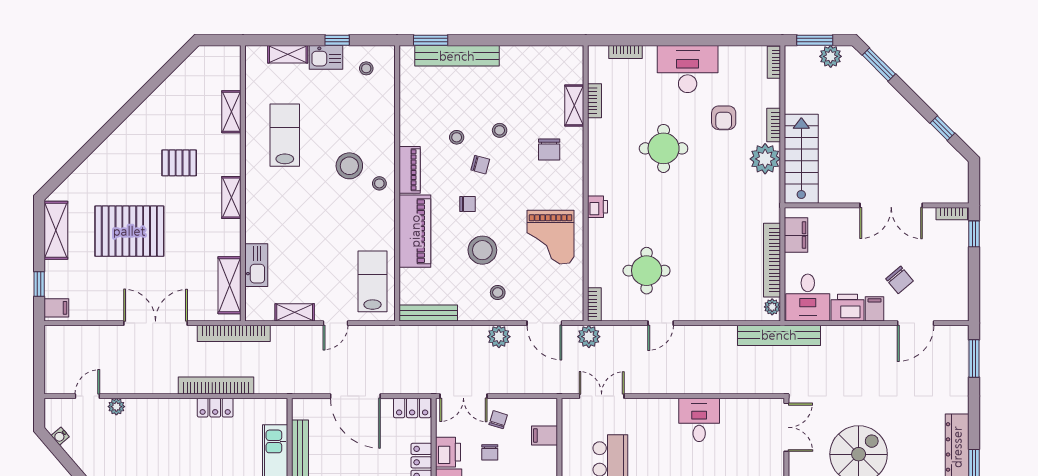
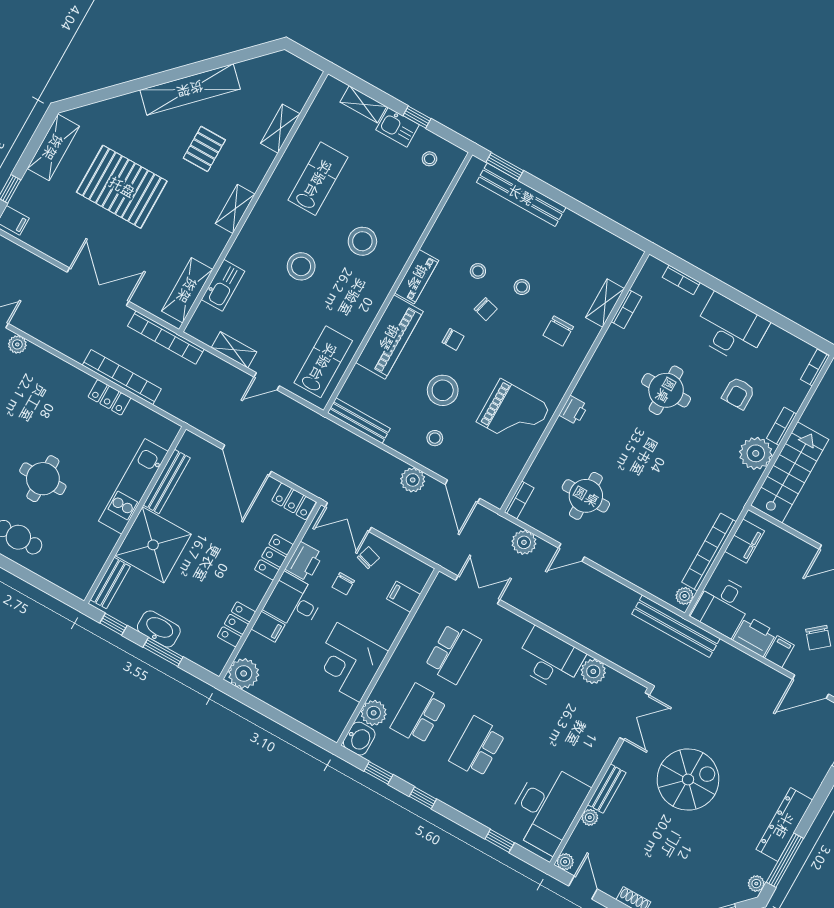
shelving: (140, 121) -> (190, 89), added
pallet: (179, 163) -> (204, 149), turned 90
stool: (379, 183) -> (301, 266), moved, width x1.89, depth x1.89
grand piano: (551, 237) -> (513, 414), turned -90
plant: (589, 337) -> (524, 542), moved
plant: (733, 410) -> (593, 671), added
desk: (699, 420) -> (550, 660), width x1.37

